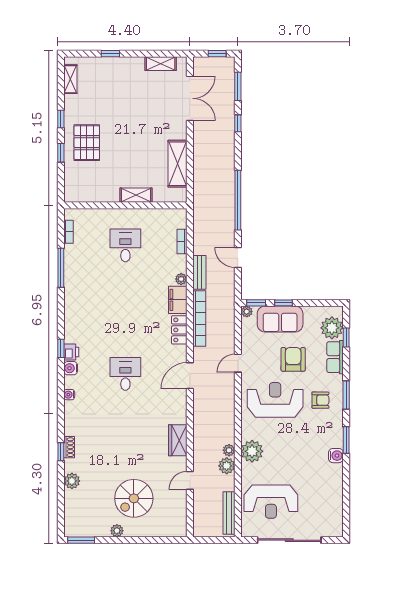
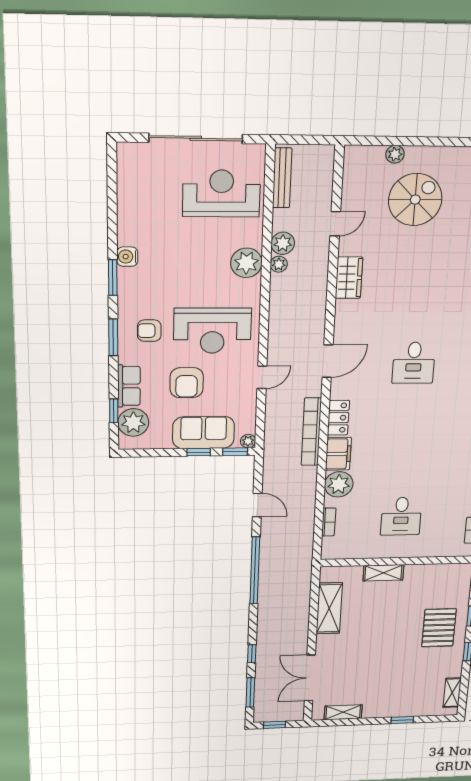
bench: (199, 272) -> (308, 487), removed
plant: (181, 279) -> (339, 484), width x1.88, depth x1.88
plant: (117, 531) -> (395, 154), moved

